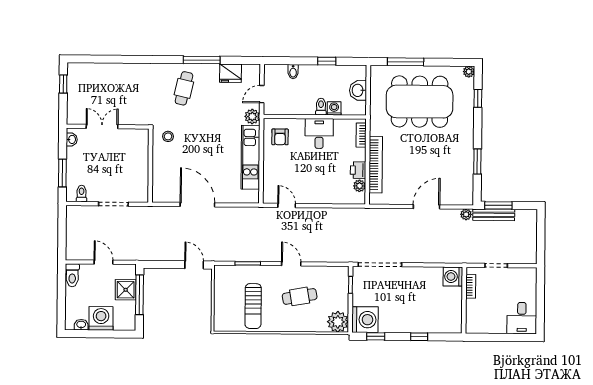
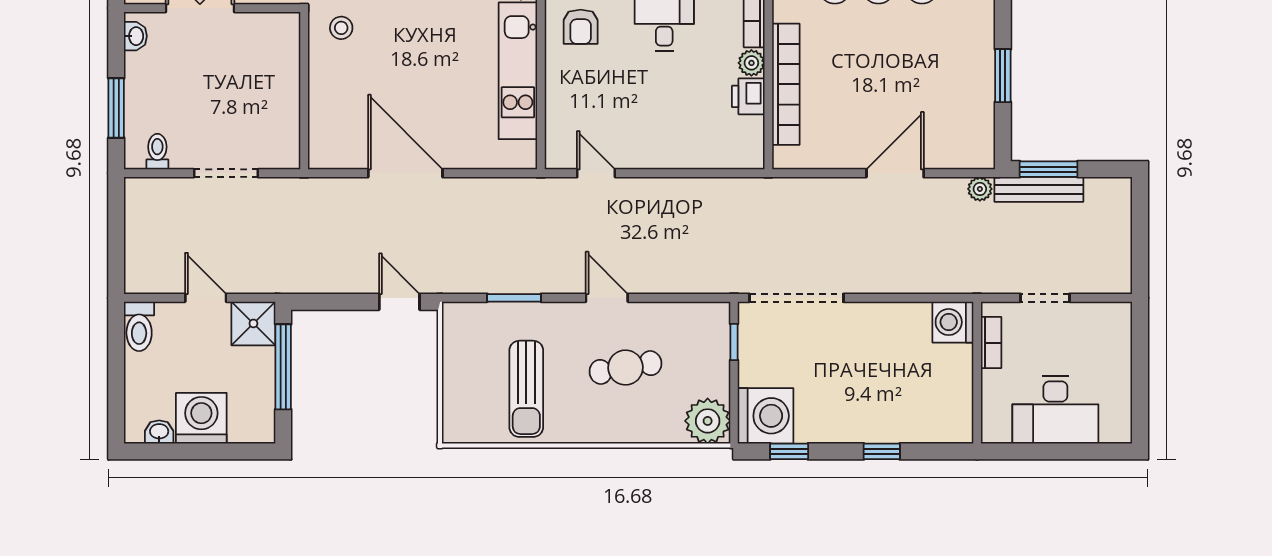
plant: (359, 186) -> (751, 63), moved
shower: (126, 290) -> (253, 323), moved
desk: (522, 318) -> (1055, 410), moved, width x1.37

